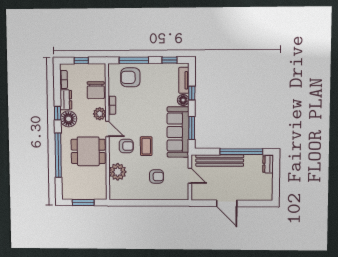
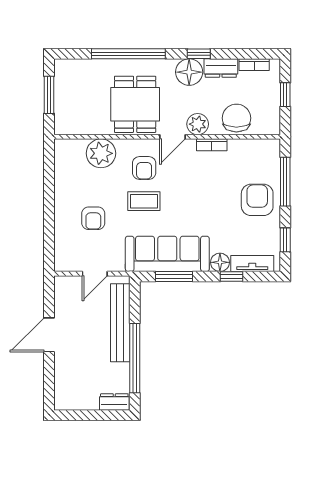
armchair: (130, 77) -> (257, 200), moved
chair: (96, 90) -> (236, 118), turned 90

